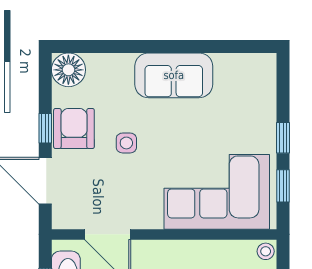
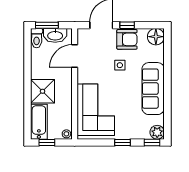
plant: (262, 67) -> (157, 132), added
sofa: (174, 75) -> (153, 89), width x1.36
window: (283, 186) -> (152, 142), moved

